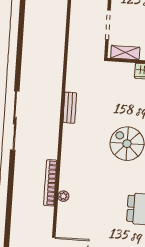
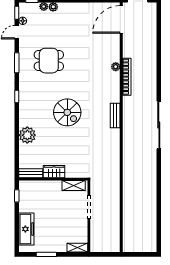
bench: (70, 108) -> (115, 115), moved

